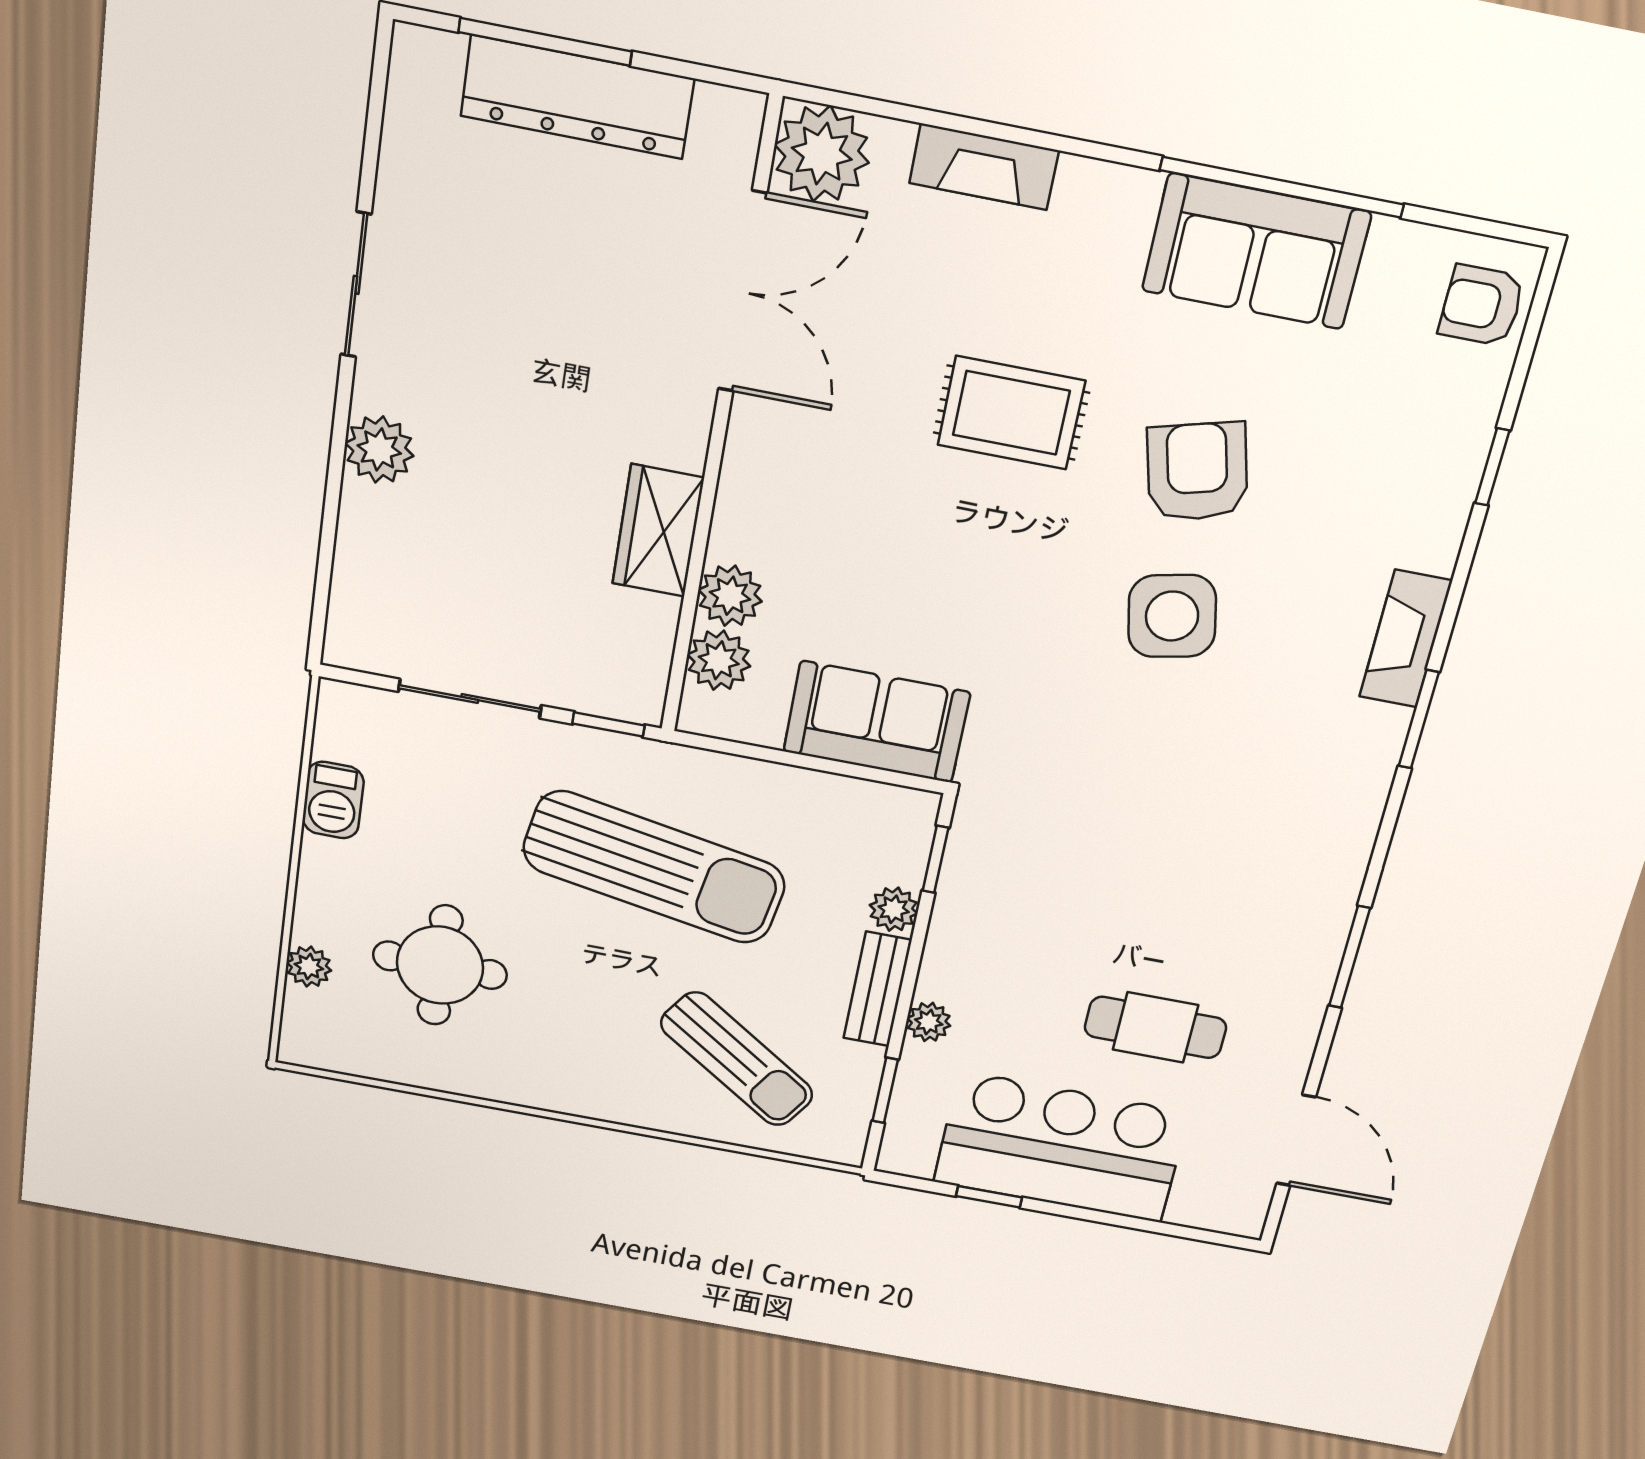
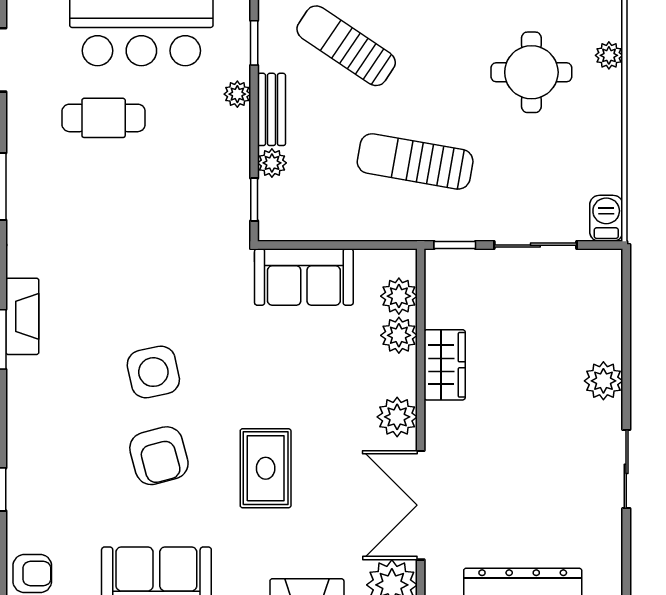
rug: (1011, 413) -> (266, 468), turned 90
plant: (758, 457) -> (397, 417), added
fireplace: (1406, 639) -> (22, 316), moved
barbecue: (333, 800) -> (606, 218), moved
sun lounger: (654, 867) -> (415, 161), width x0.73, depth x0.75

